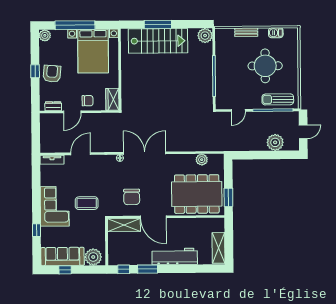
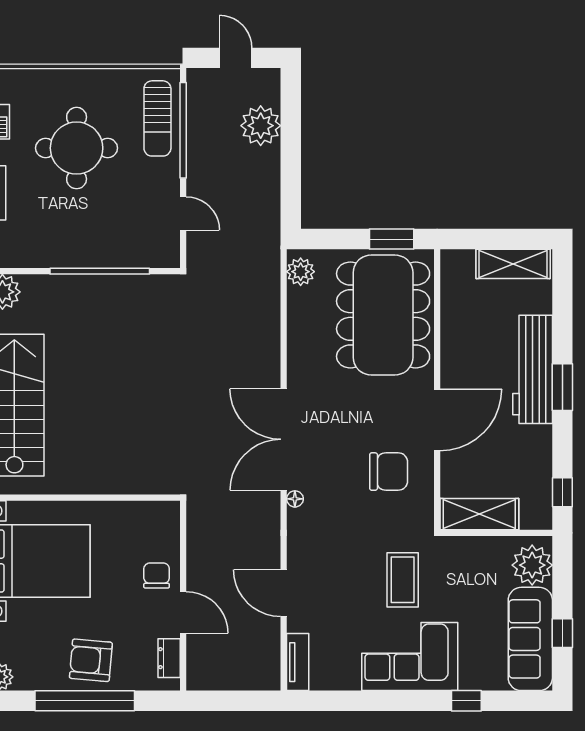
window: (35, 71) -> (85, 701), width x3.17
wardrobe: (112, 99) -> (154, 516), removed
plant: (202, 160) -> (301, 272), moved
shelving: (124, 225) -> (479, 514), moved, turned 90
window: (148, 269) -> (562, 387), moved

